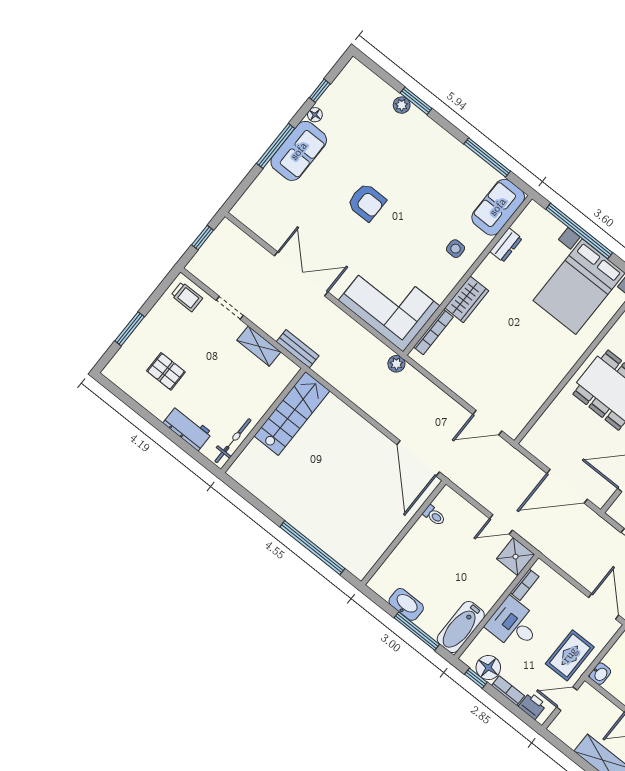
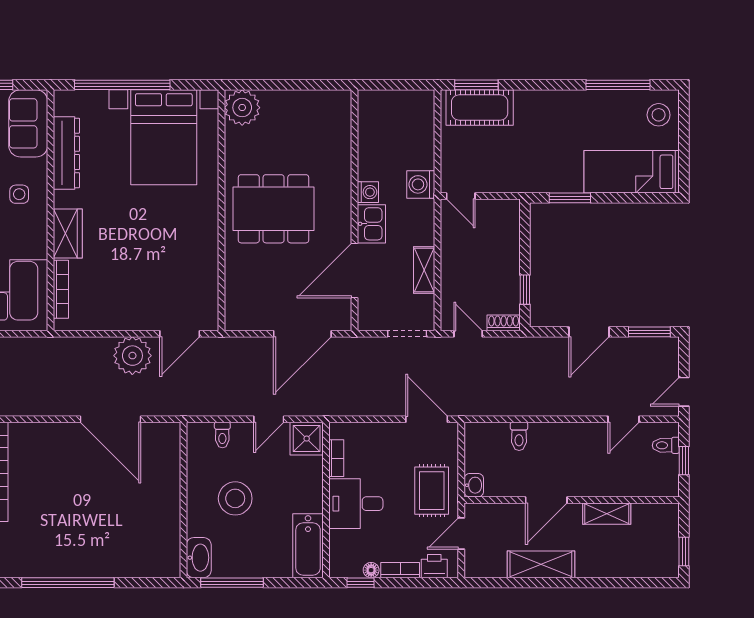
dresser: (506, 245) -> (66, 153), width x1.96, depth x1.24
plant: (396, 364) -> (132, 356), moved, width x1.87, depth x1.87
door: (418, 458) -> (110, 419), moved
toilet: (434, 515) -> (222, 435), moved, turned 90
window: (312, 548) -> (68, 583), moved
stool: (438, 558) -> (235, 498), added
washbasin: (406, 604) -> (199, 558), moved, turned 90
window: (417, 631) -> (232, 583), moved
floor lamp: (488, 668) -> (371, 570), width x0.53, depth x0.53

